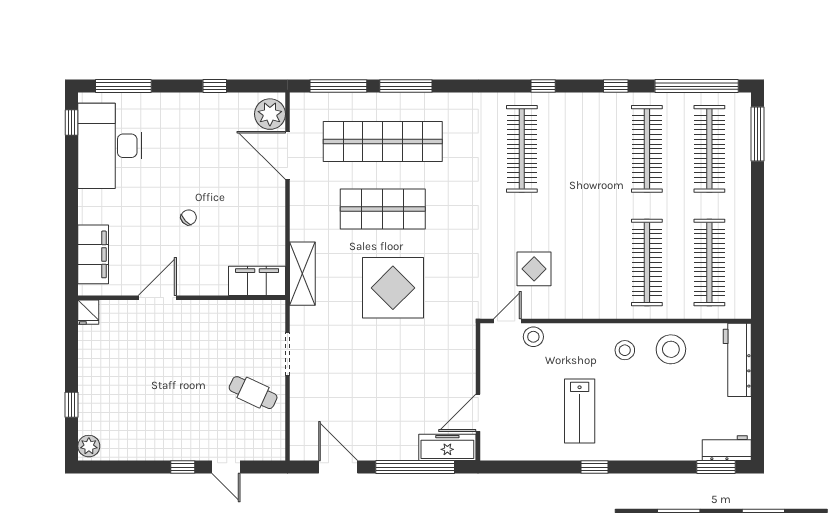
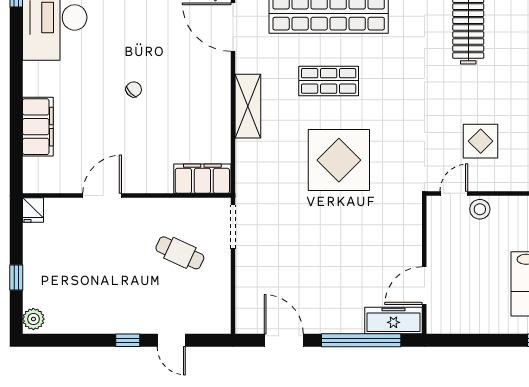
shop shelf: (383, 209) -> (329, 81), width x0.70, depth x0.74
shelving: (302, 274) -> (248, 106), moved
filing cabinet: (257, 281) -> (202, 179), moved
door: (157, 298) -> (102, 196), moved
wall: (182, 298) -> (127, 196), moved
fridge: (88, 312) -> (33, 210), moved
cafe table: (253, 393) -> (180, 253), moved

